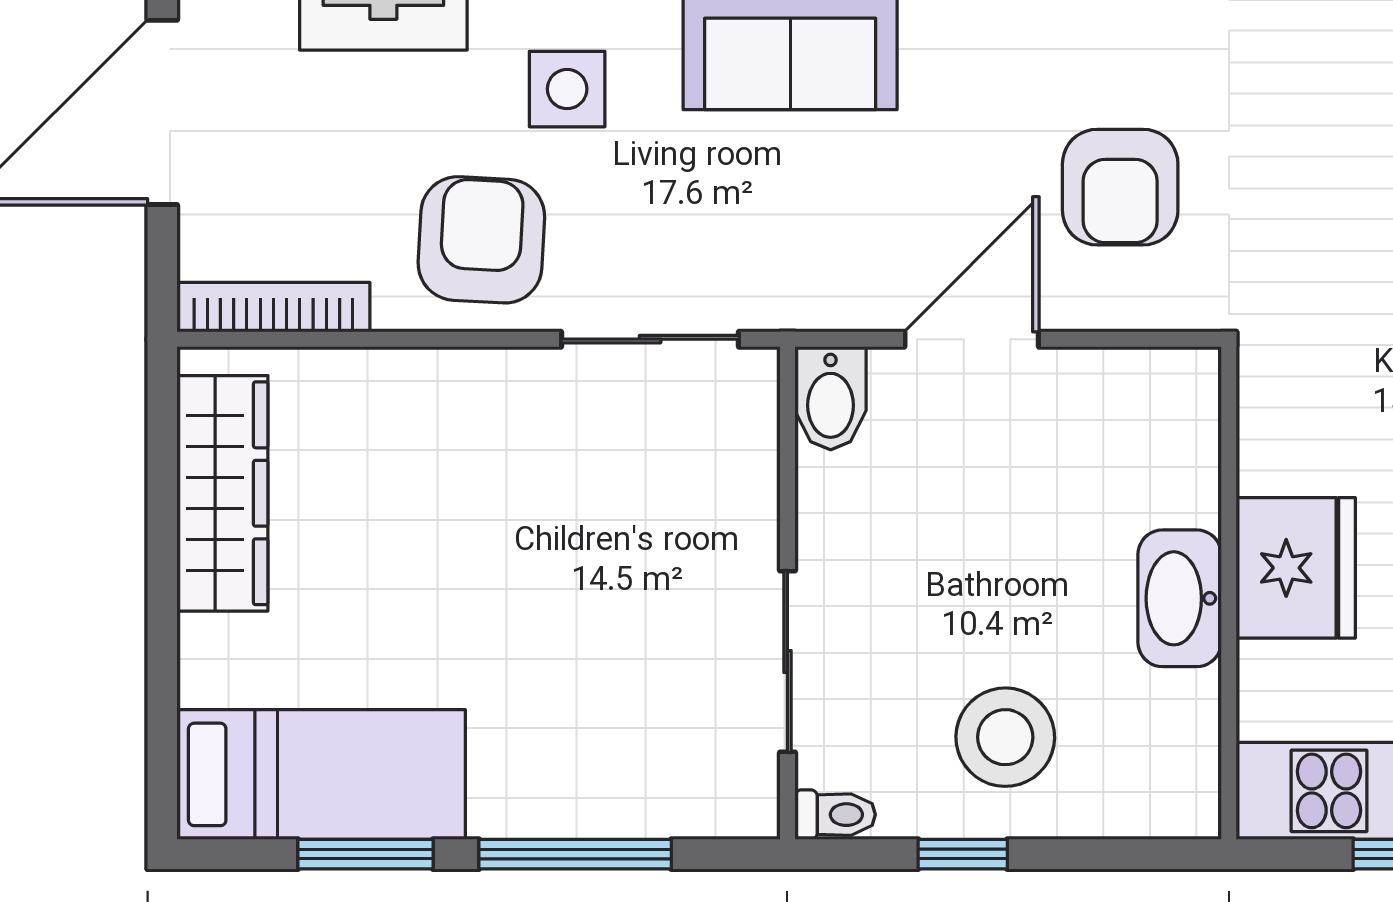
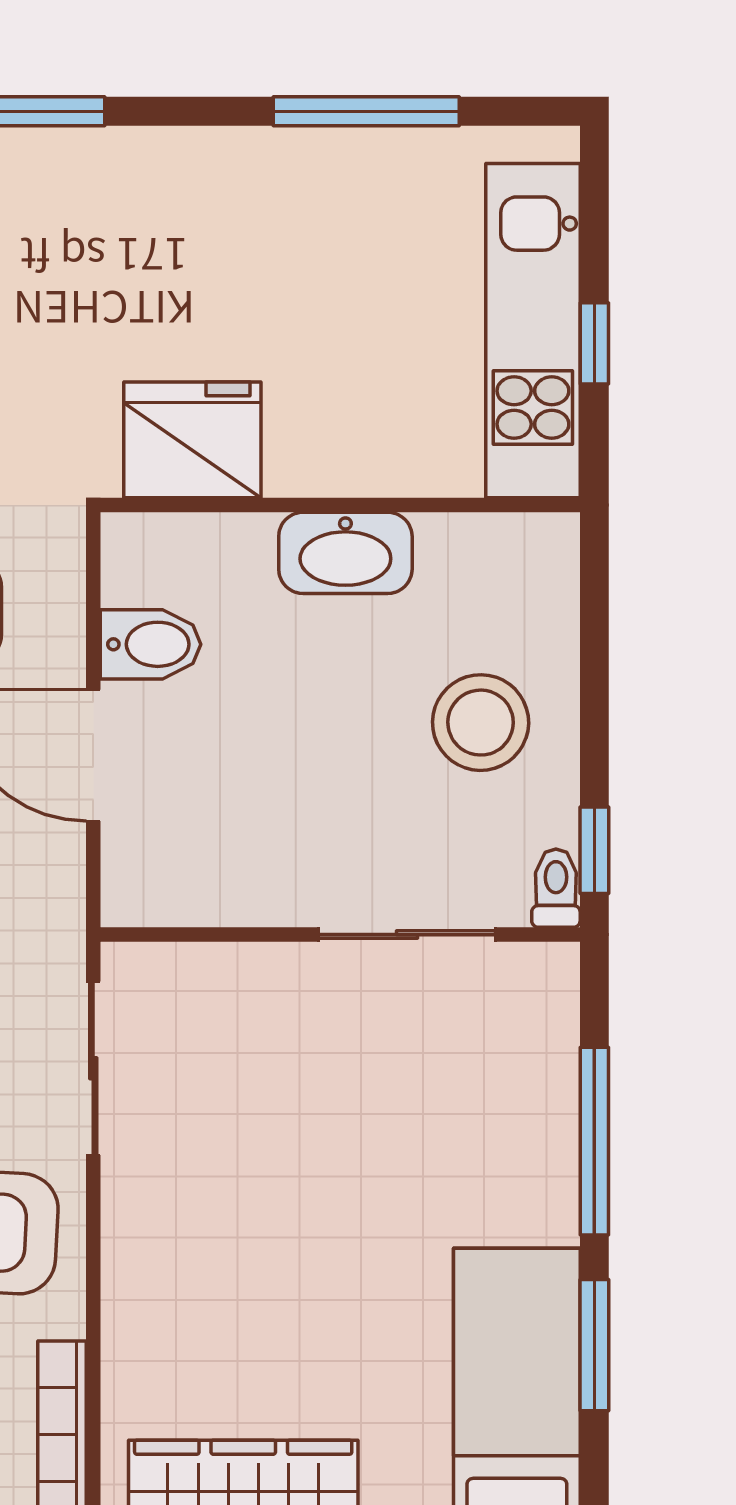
bidet: (831, 398) -> (151, 644), moved
fridge: (1296, 568) -> (192, 440), moved
window: (963, 854) -> (594, 850), moved

